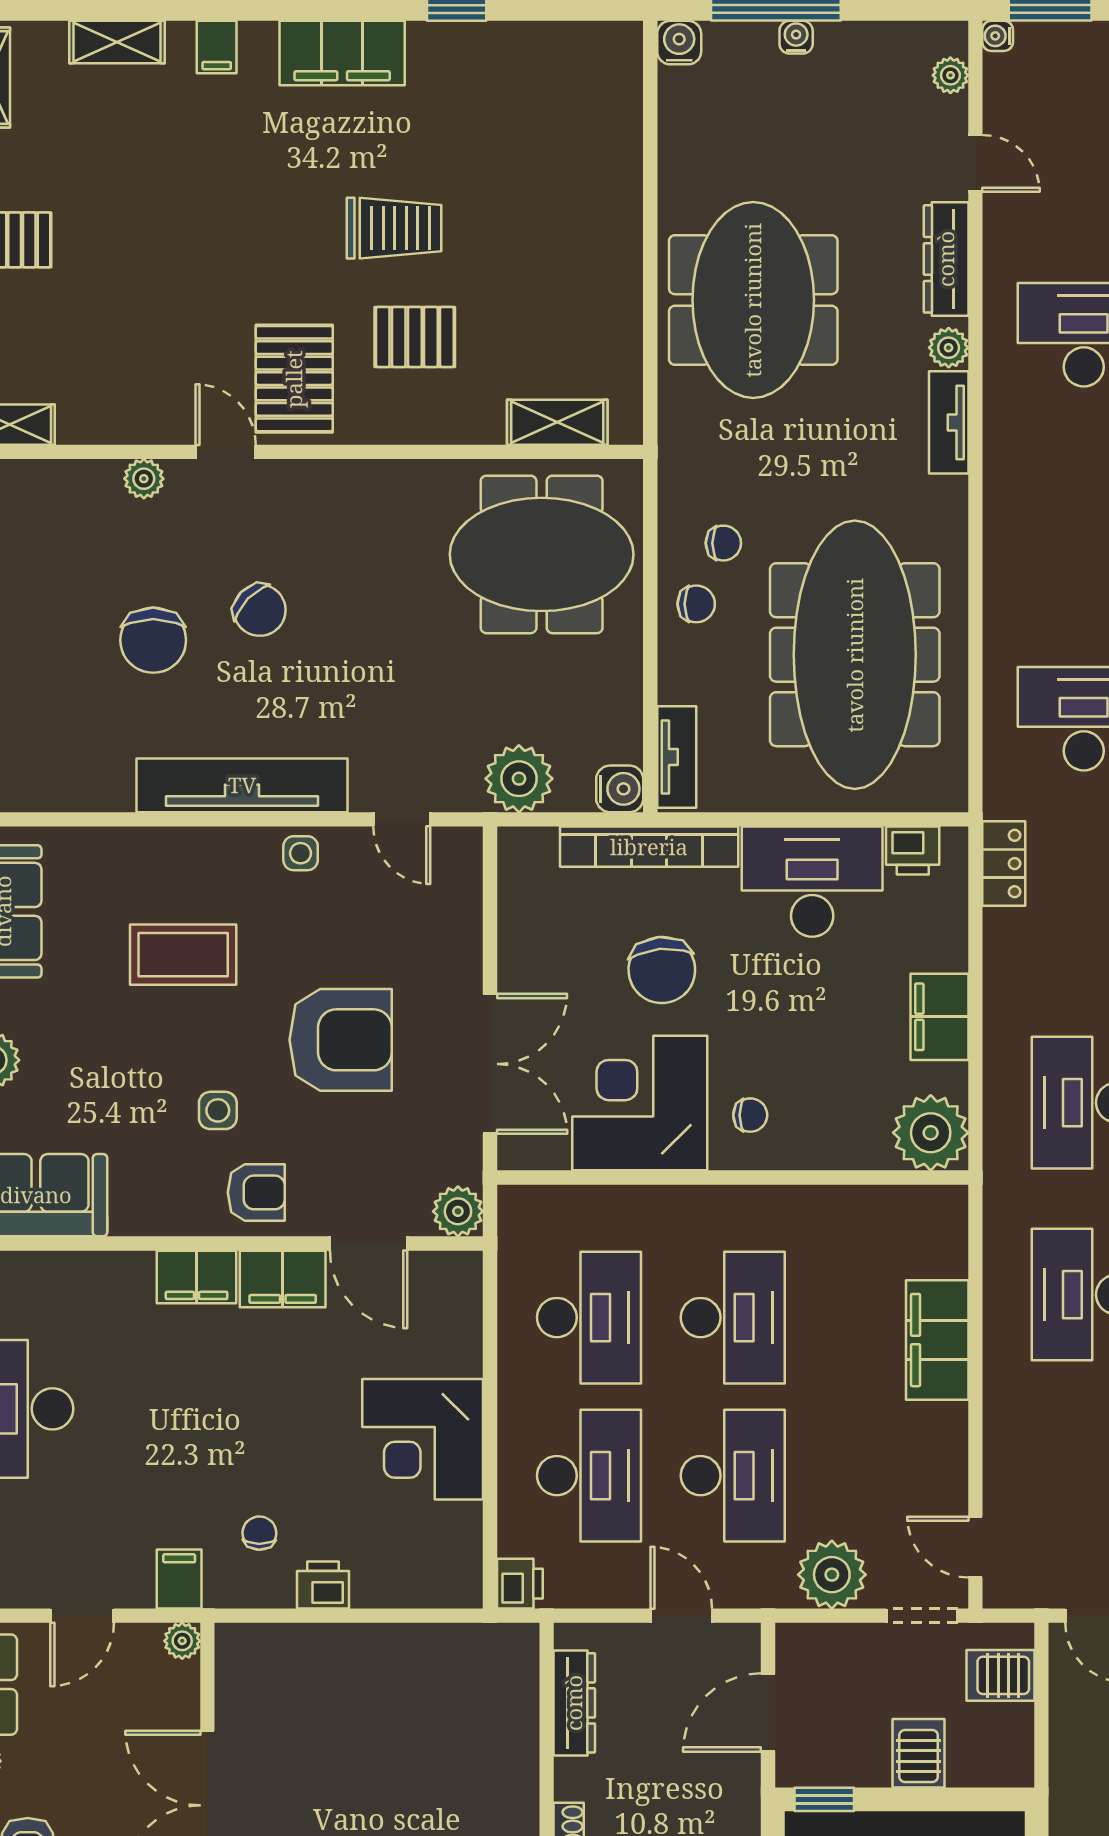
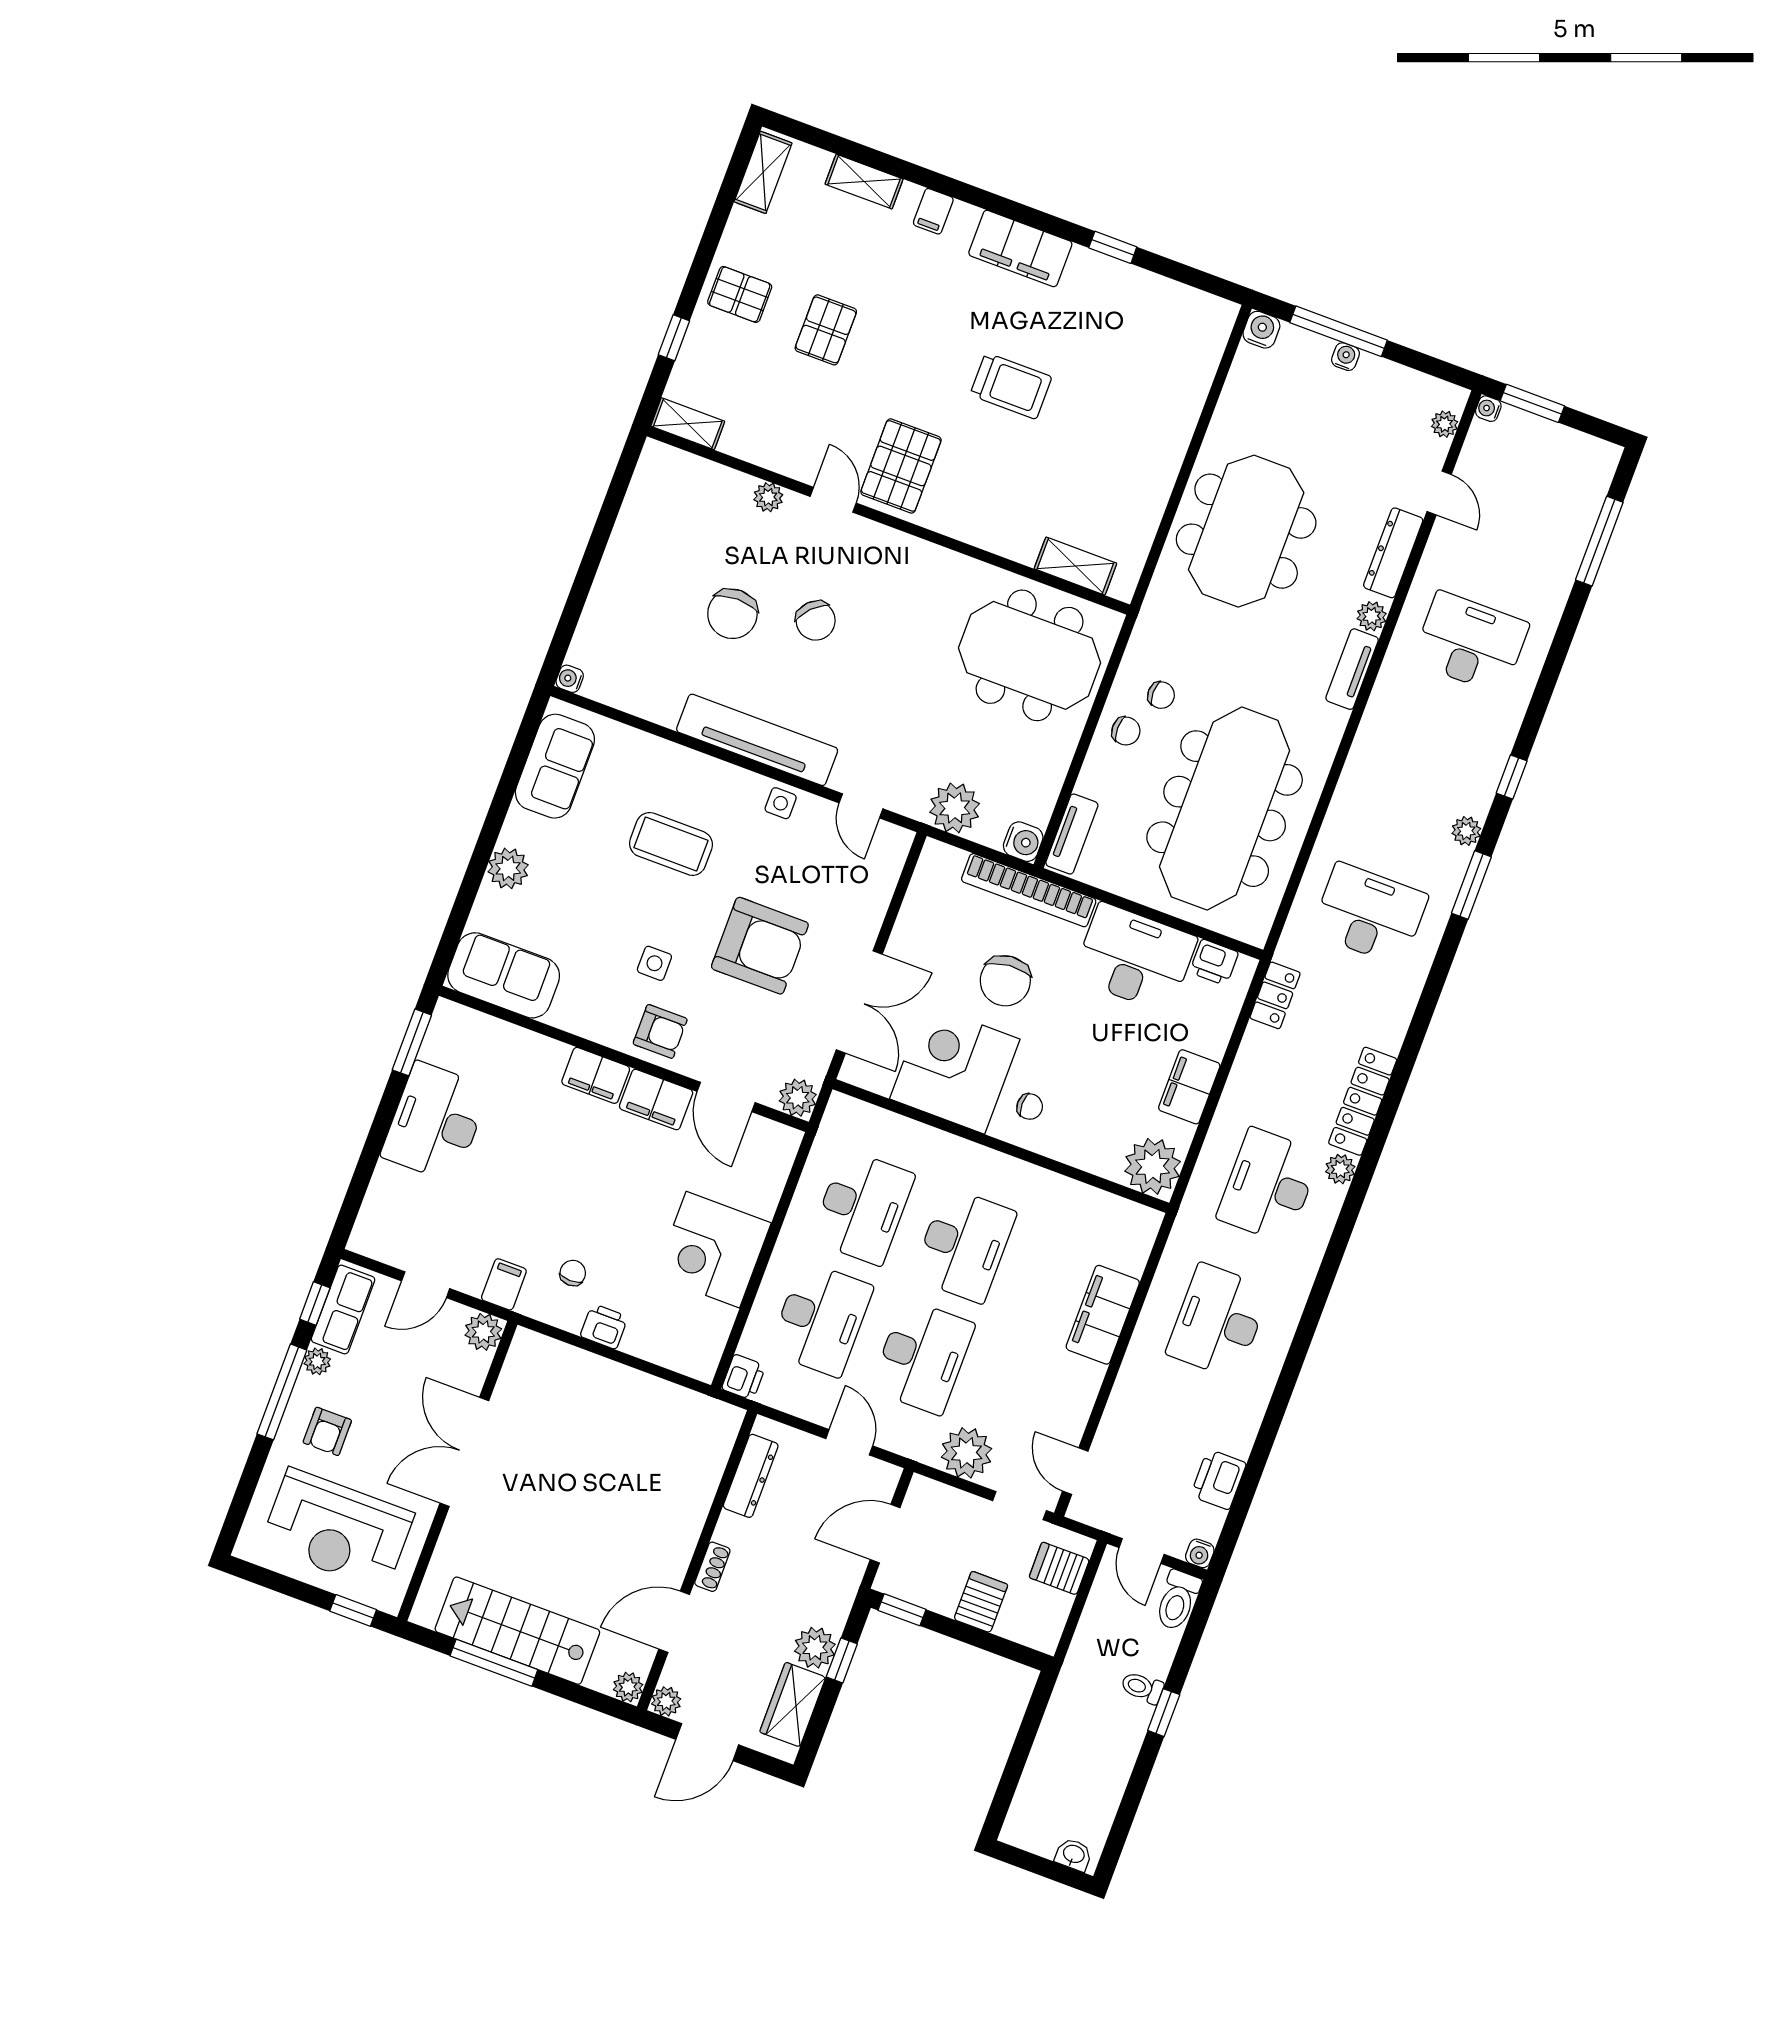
pallet: (415, 337) -> (826, 330), moved, turned 90
plant: (182, 1641) -> (483, 1332), width x1.38, depth x1.38

